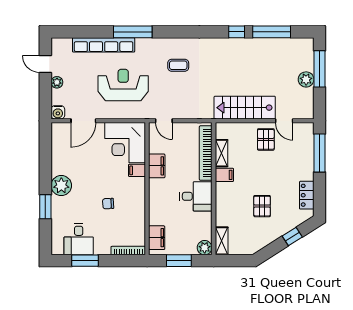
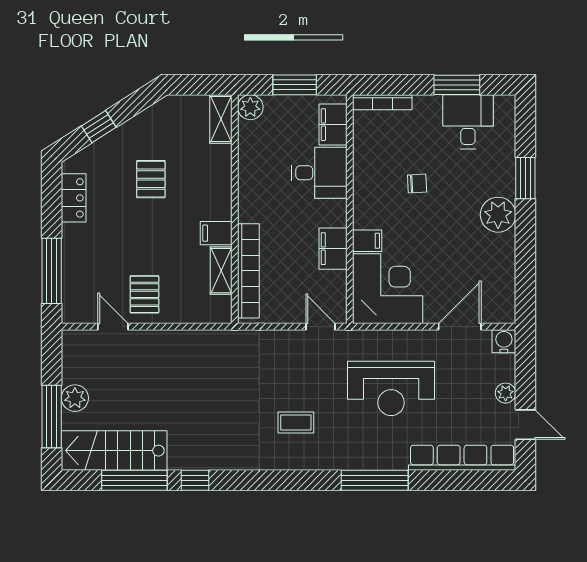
row of seats: (104, 45) -> (462, 458), moved
stairs: (245, 108) -> (114, 451), moved, turned 180
desk: (196, 196) -> (319, 173), moved, turned 180

